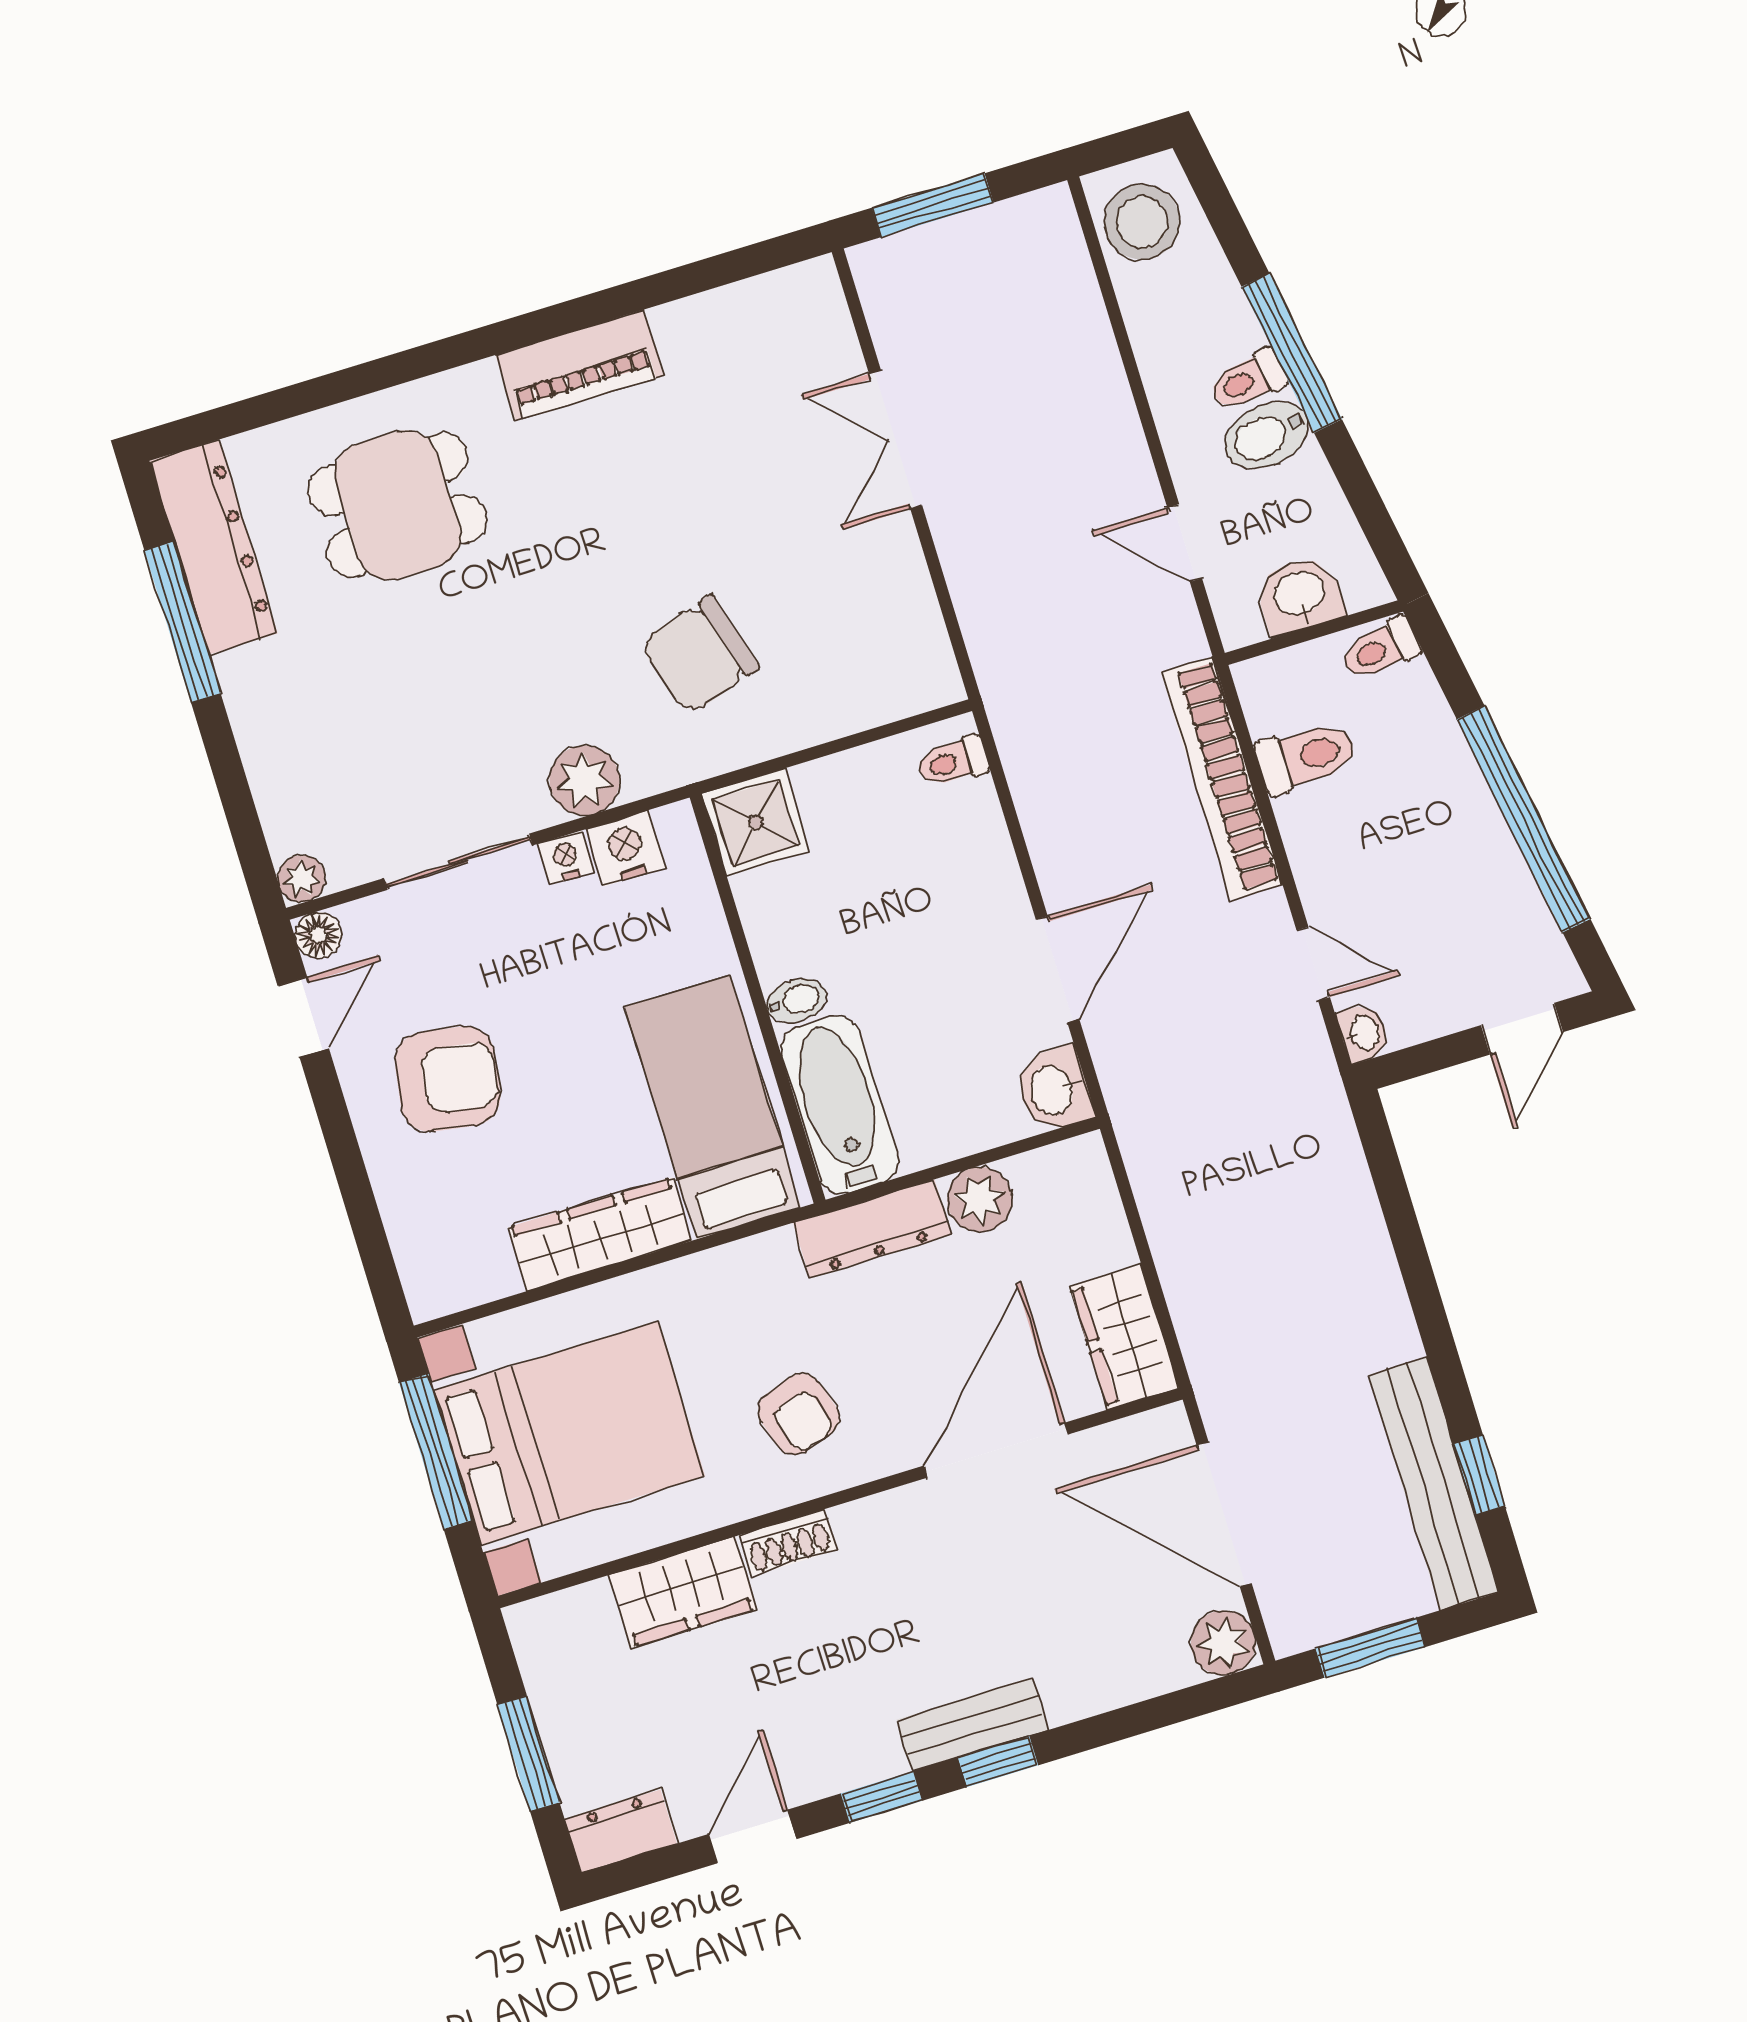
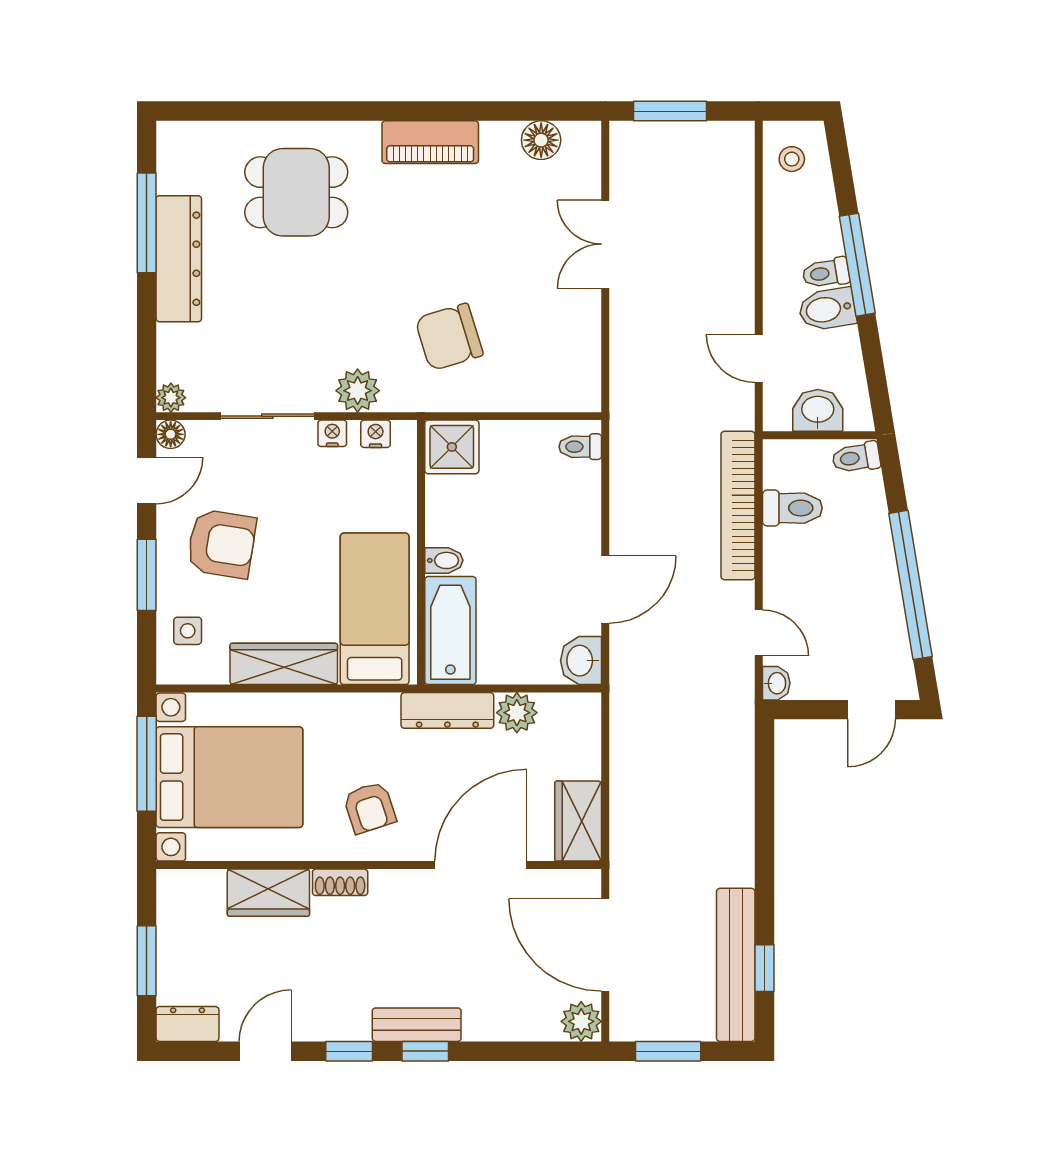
stool: (1142, 222) -> (792, 159), width x0.53, depth x0.53
floor lamp: (748, 310) -> (541, 140), added
dresser: (213, 547) -> (179, 259), moved
nightstand: (626, 848) -> (376, 434), width x0.72, depth x0.74
window: (348, 1162) -> (147, 575), added
side table: (437, 1228) -> (188, 631), added

